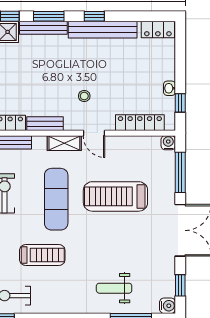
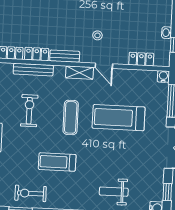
locker: (140, 123) -> (141, 59), width x0.66
exercise mat: (56, 199) -> (71, 117), width x0.73, depth x0.69
treadmill: (42, 255) -> (57, 162), turned 180

